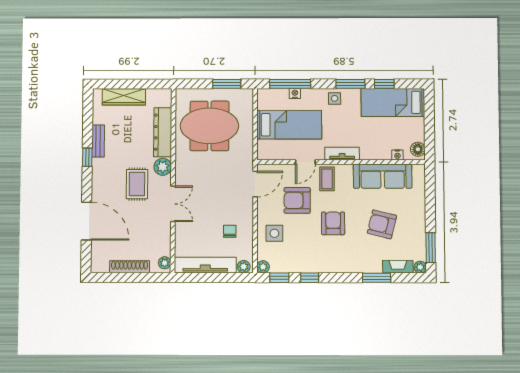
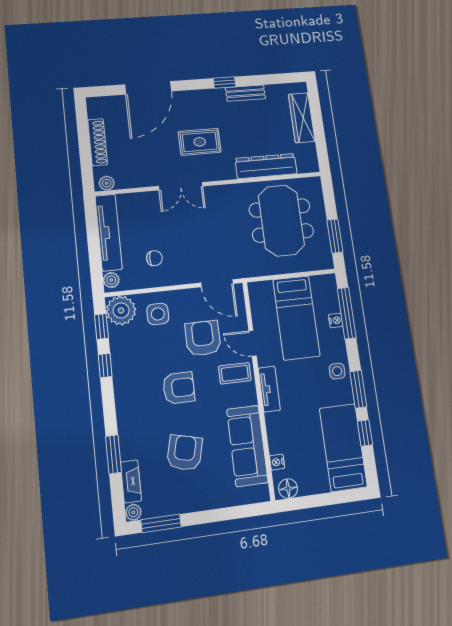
plant: (163, 167) -> (224, 170), removed
plant: (263, 267) -> (121, 310), width x1.88, depth x1.88

